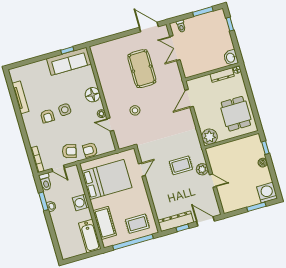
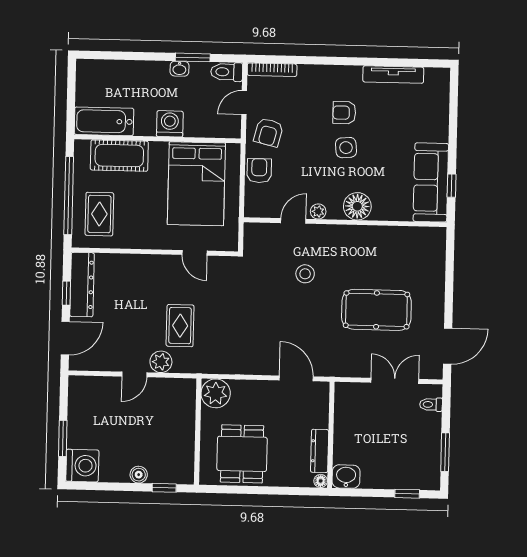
dining table: (236, 114) -> (242, 454), turned 90

